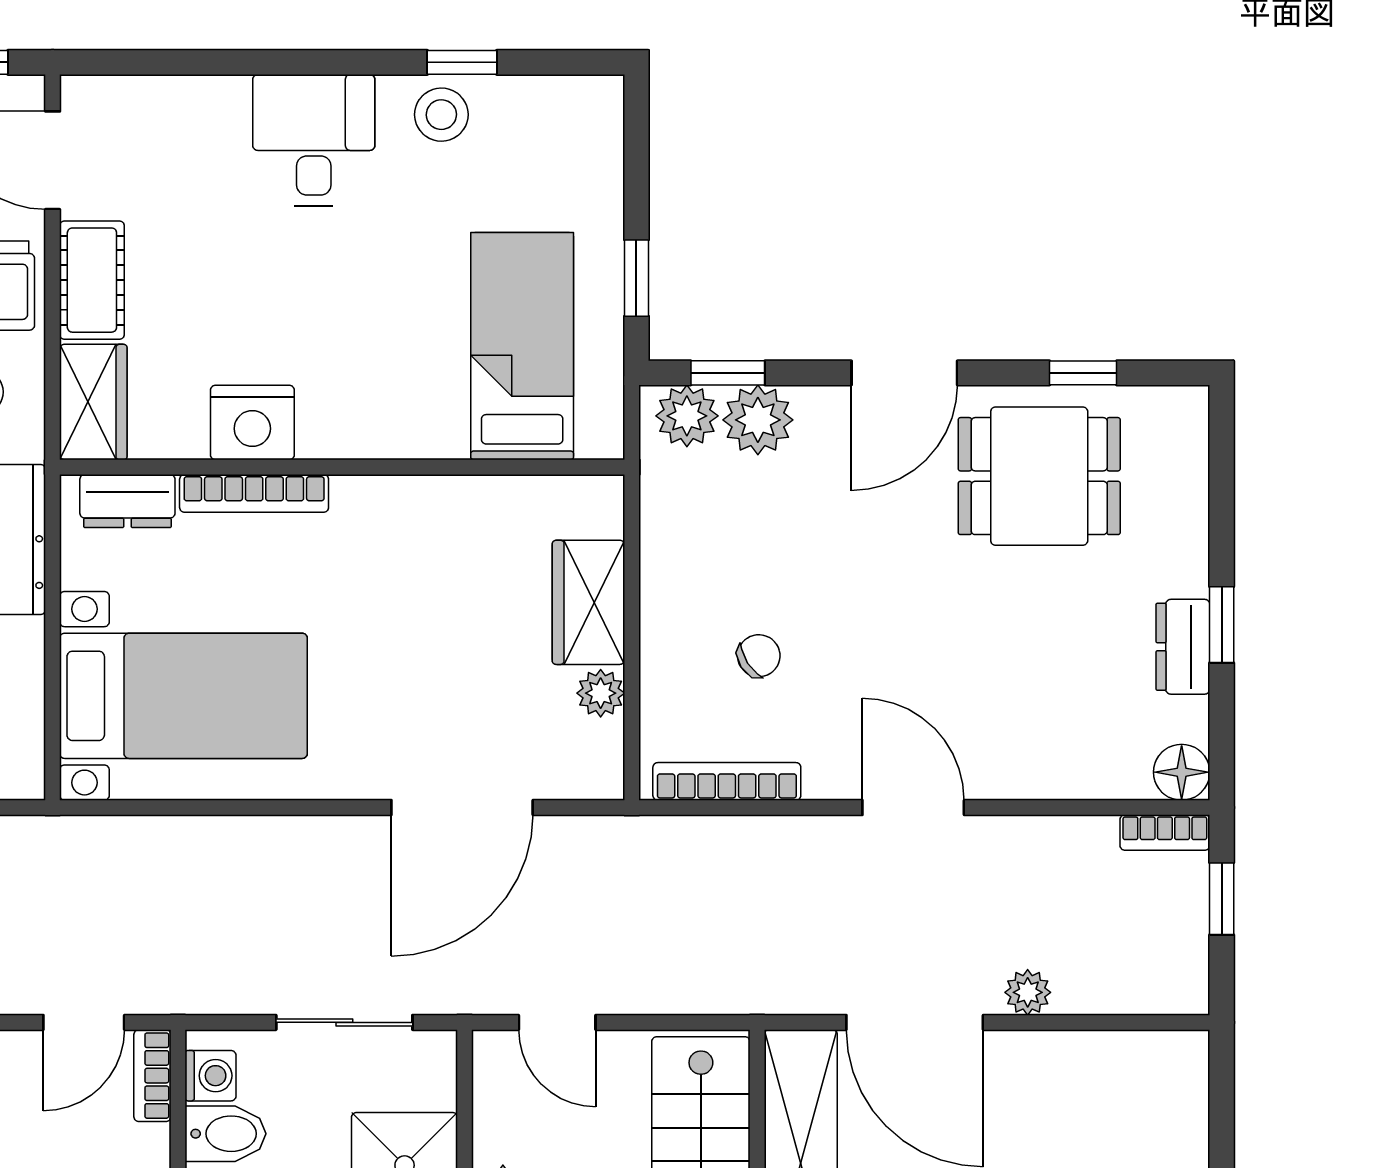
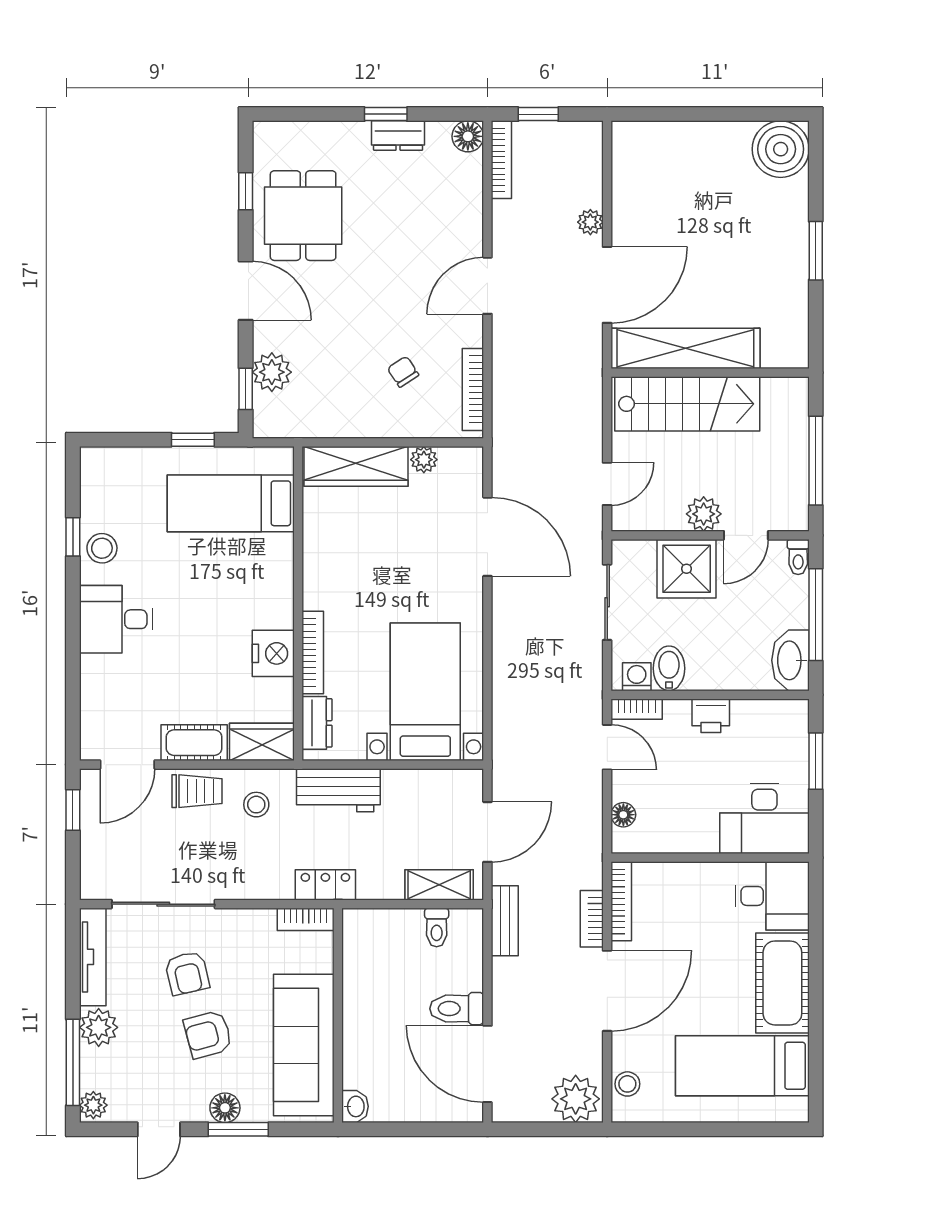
plant: (687, 416) -> (270, 412), removed
wardrobe: (588, 602) -> (356, 466), width x1.50
bookcase: (1165, 833) -> (501, 160), width x1.56

